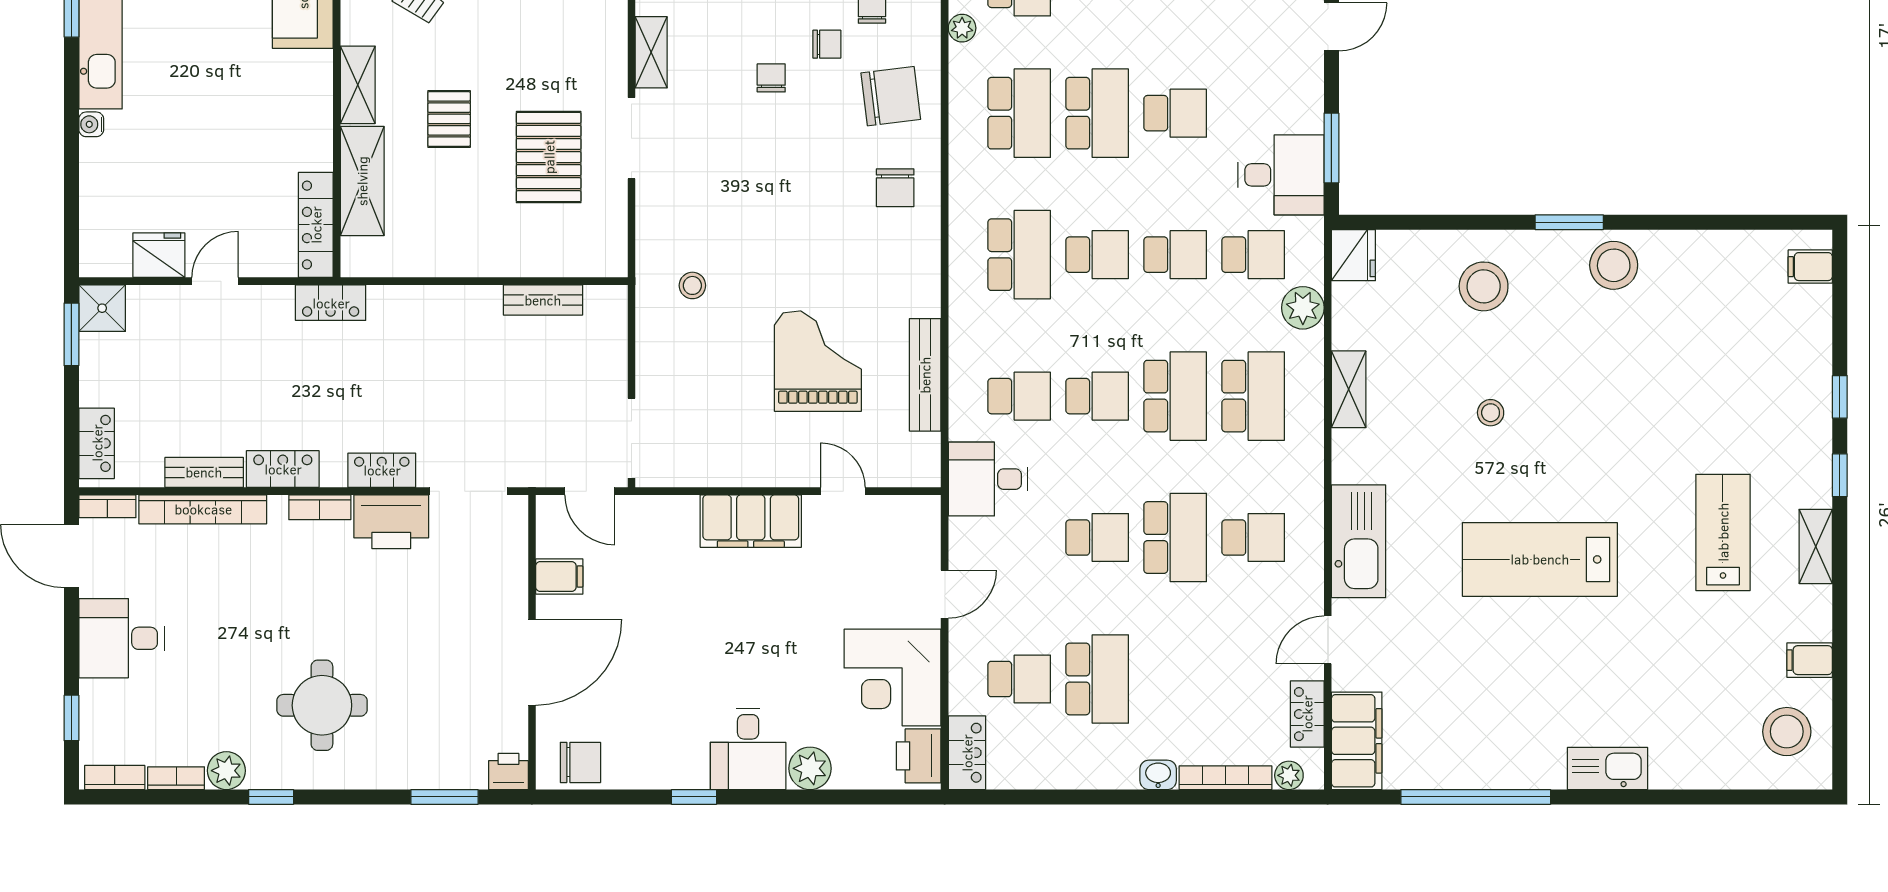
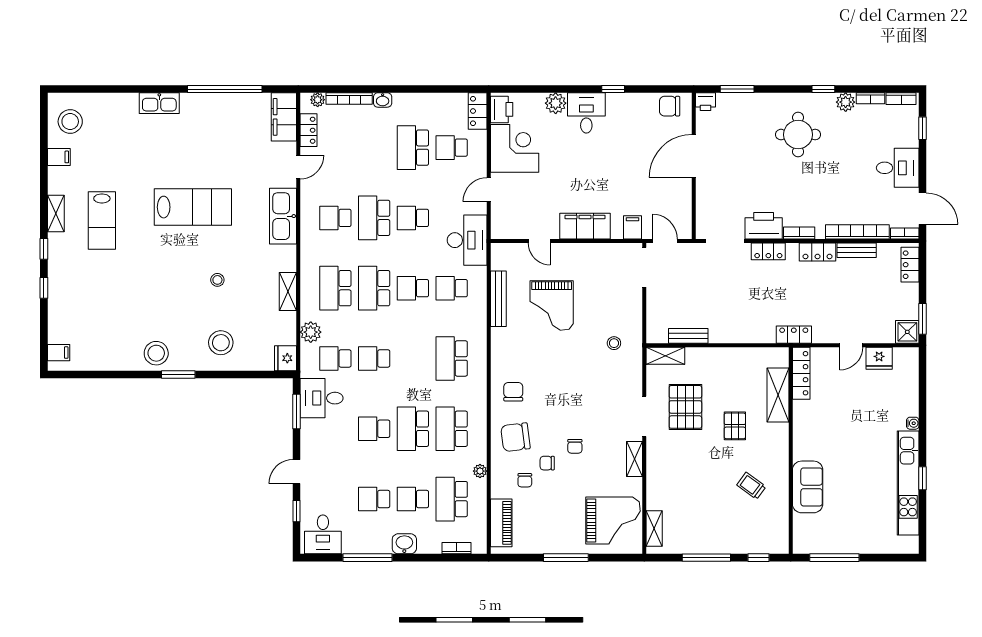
shelving: (358, 85) -> (665, 356), moved, turned 90
school desk: (1097, 255) -> (413, 358), removed
desk: (988, 479) -> (467, 240), width x1.37
filing cabinet: (559, 576) -> (633, 227), moved, turned 90

